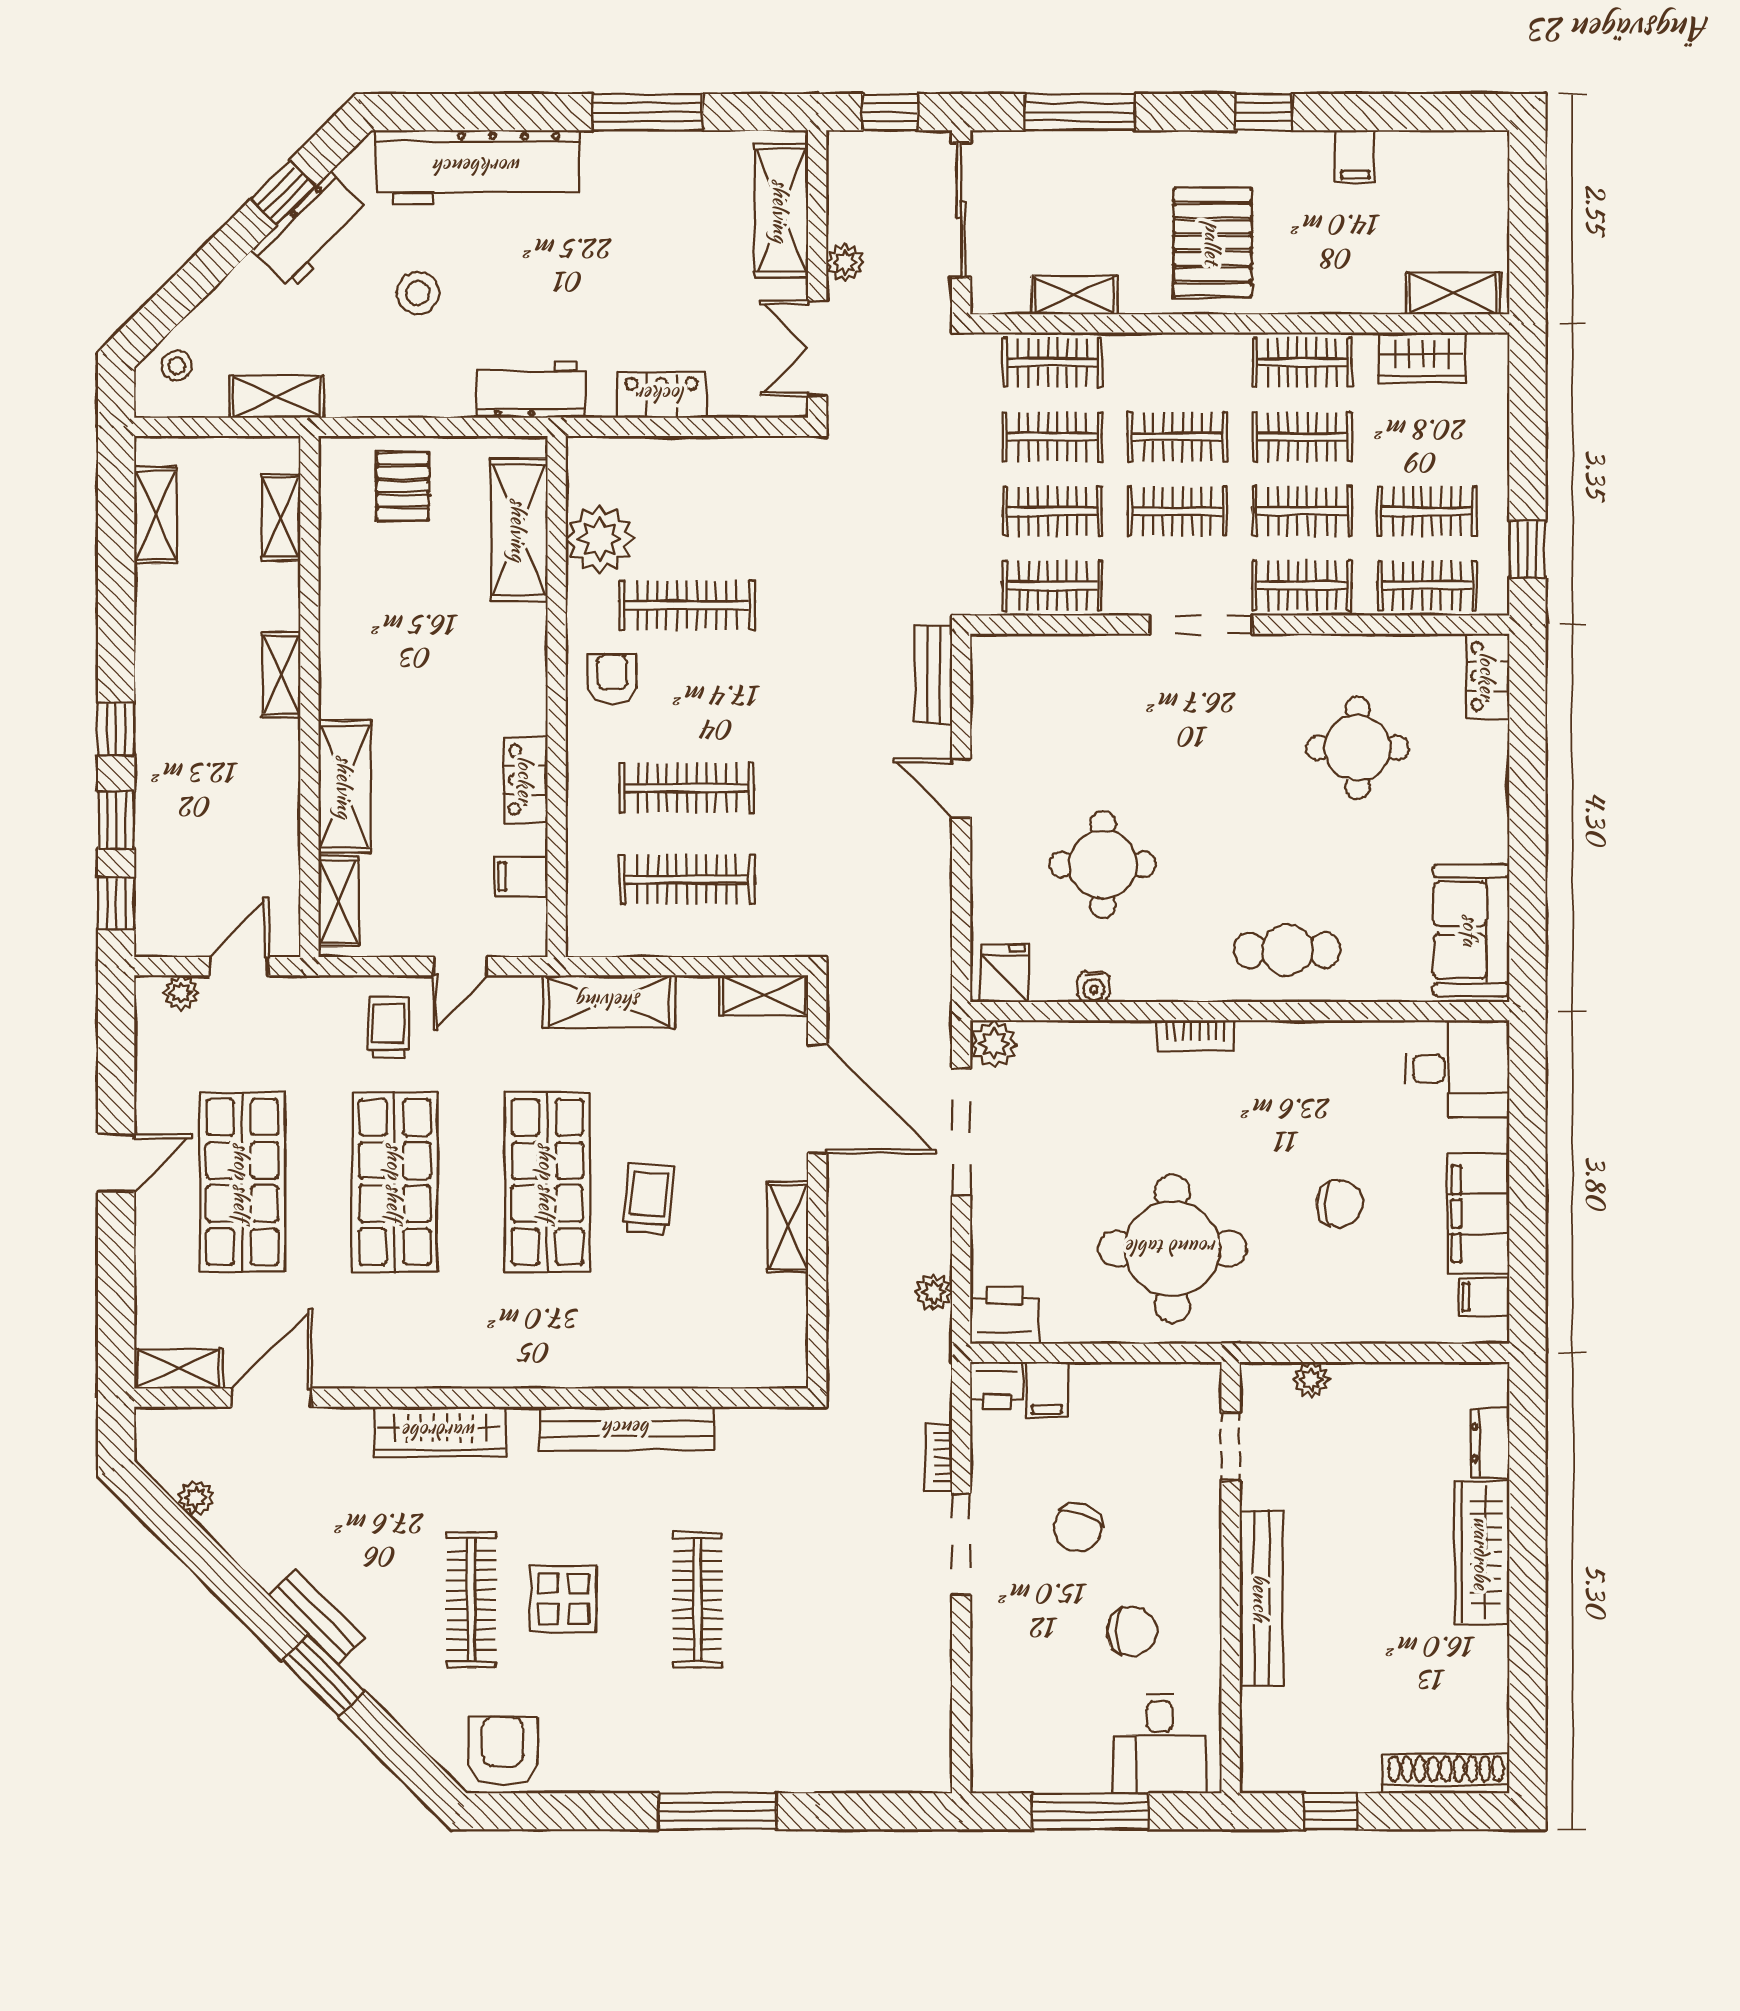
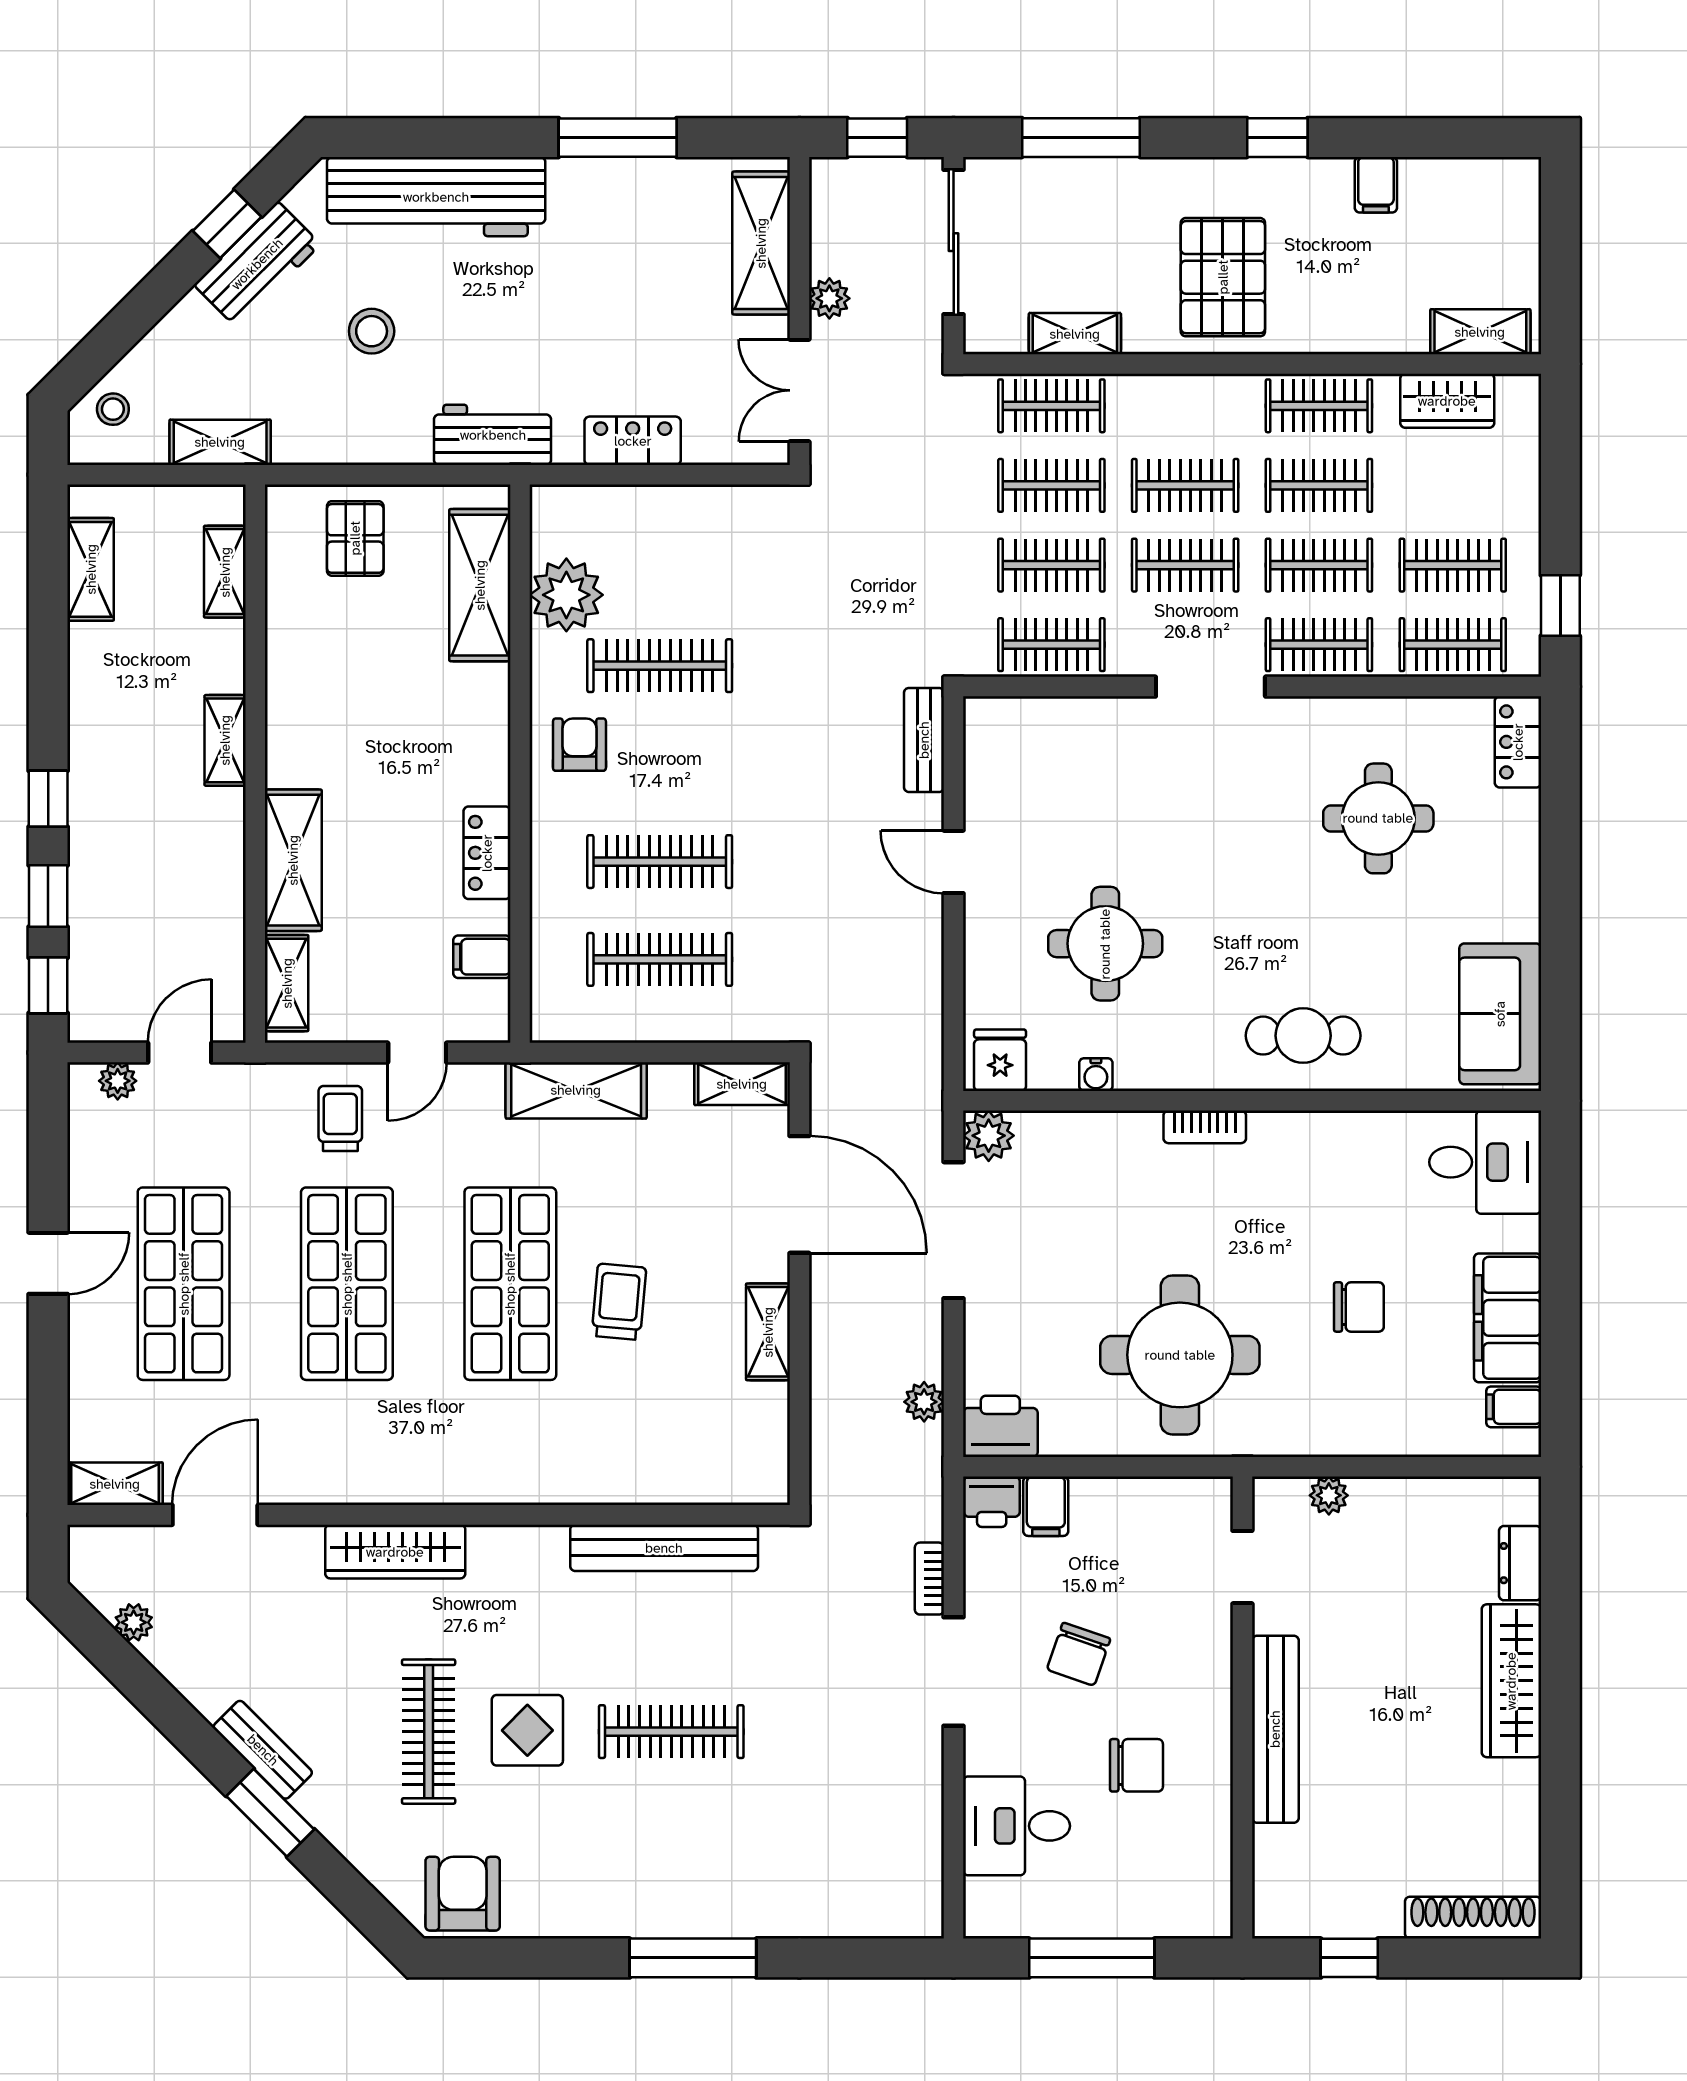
bench: (627, 1429) -> (664, 1548), moved
clothes rail: (698, 1600) -> (671, 1732), turned 90
desk: (1160, 1744) -> (1016, 1826), moved, turned 90

